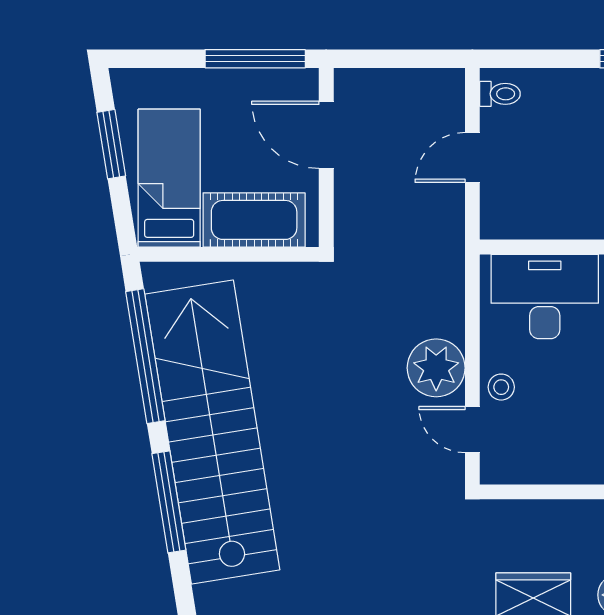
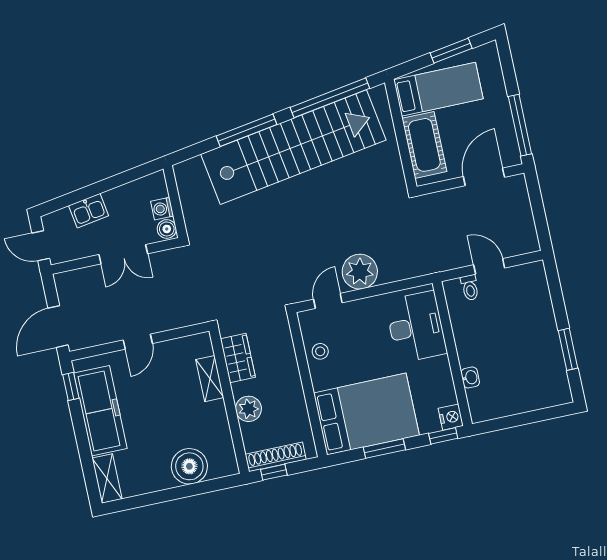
toilet: (500, 94) -> (470, 288), moved
stool: (501, 387) -> (320, 351), moved

